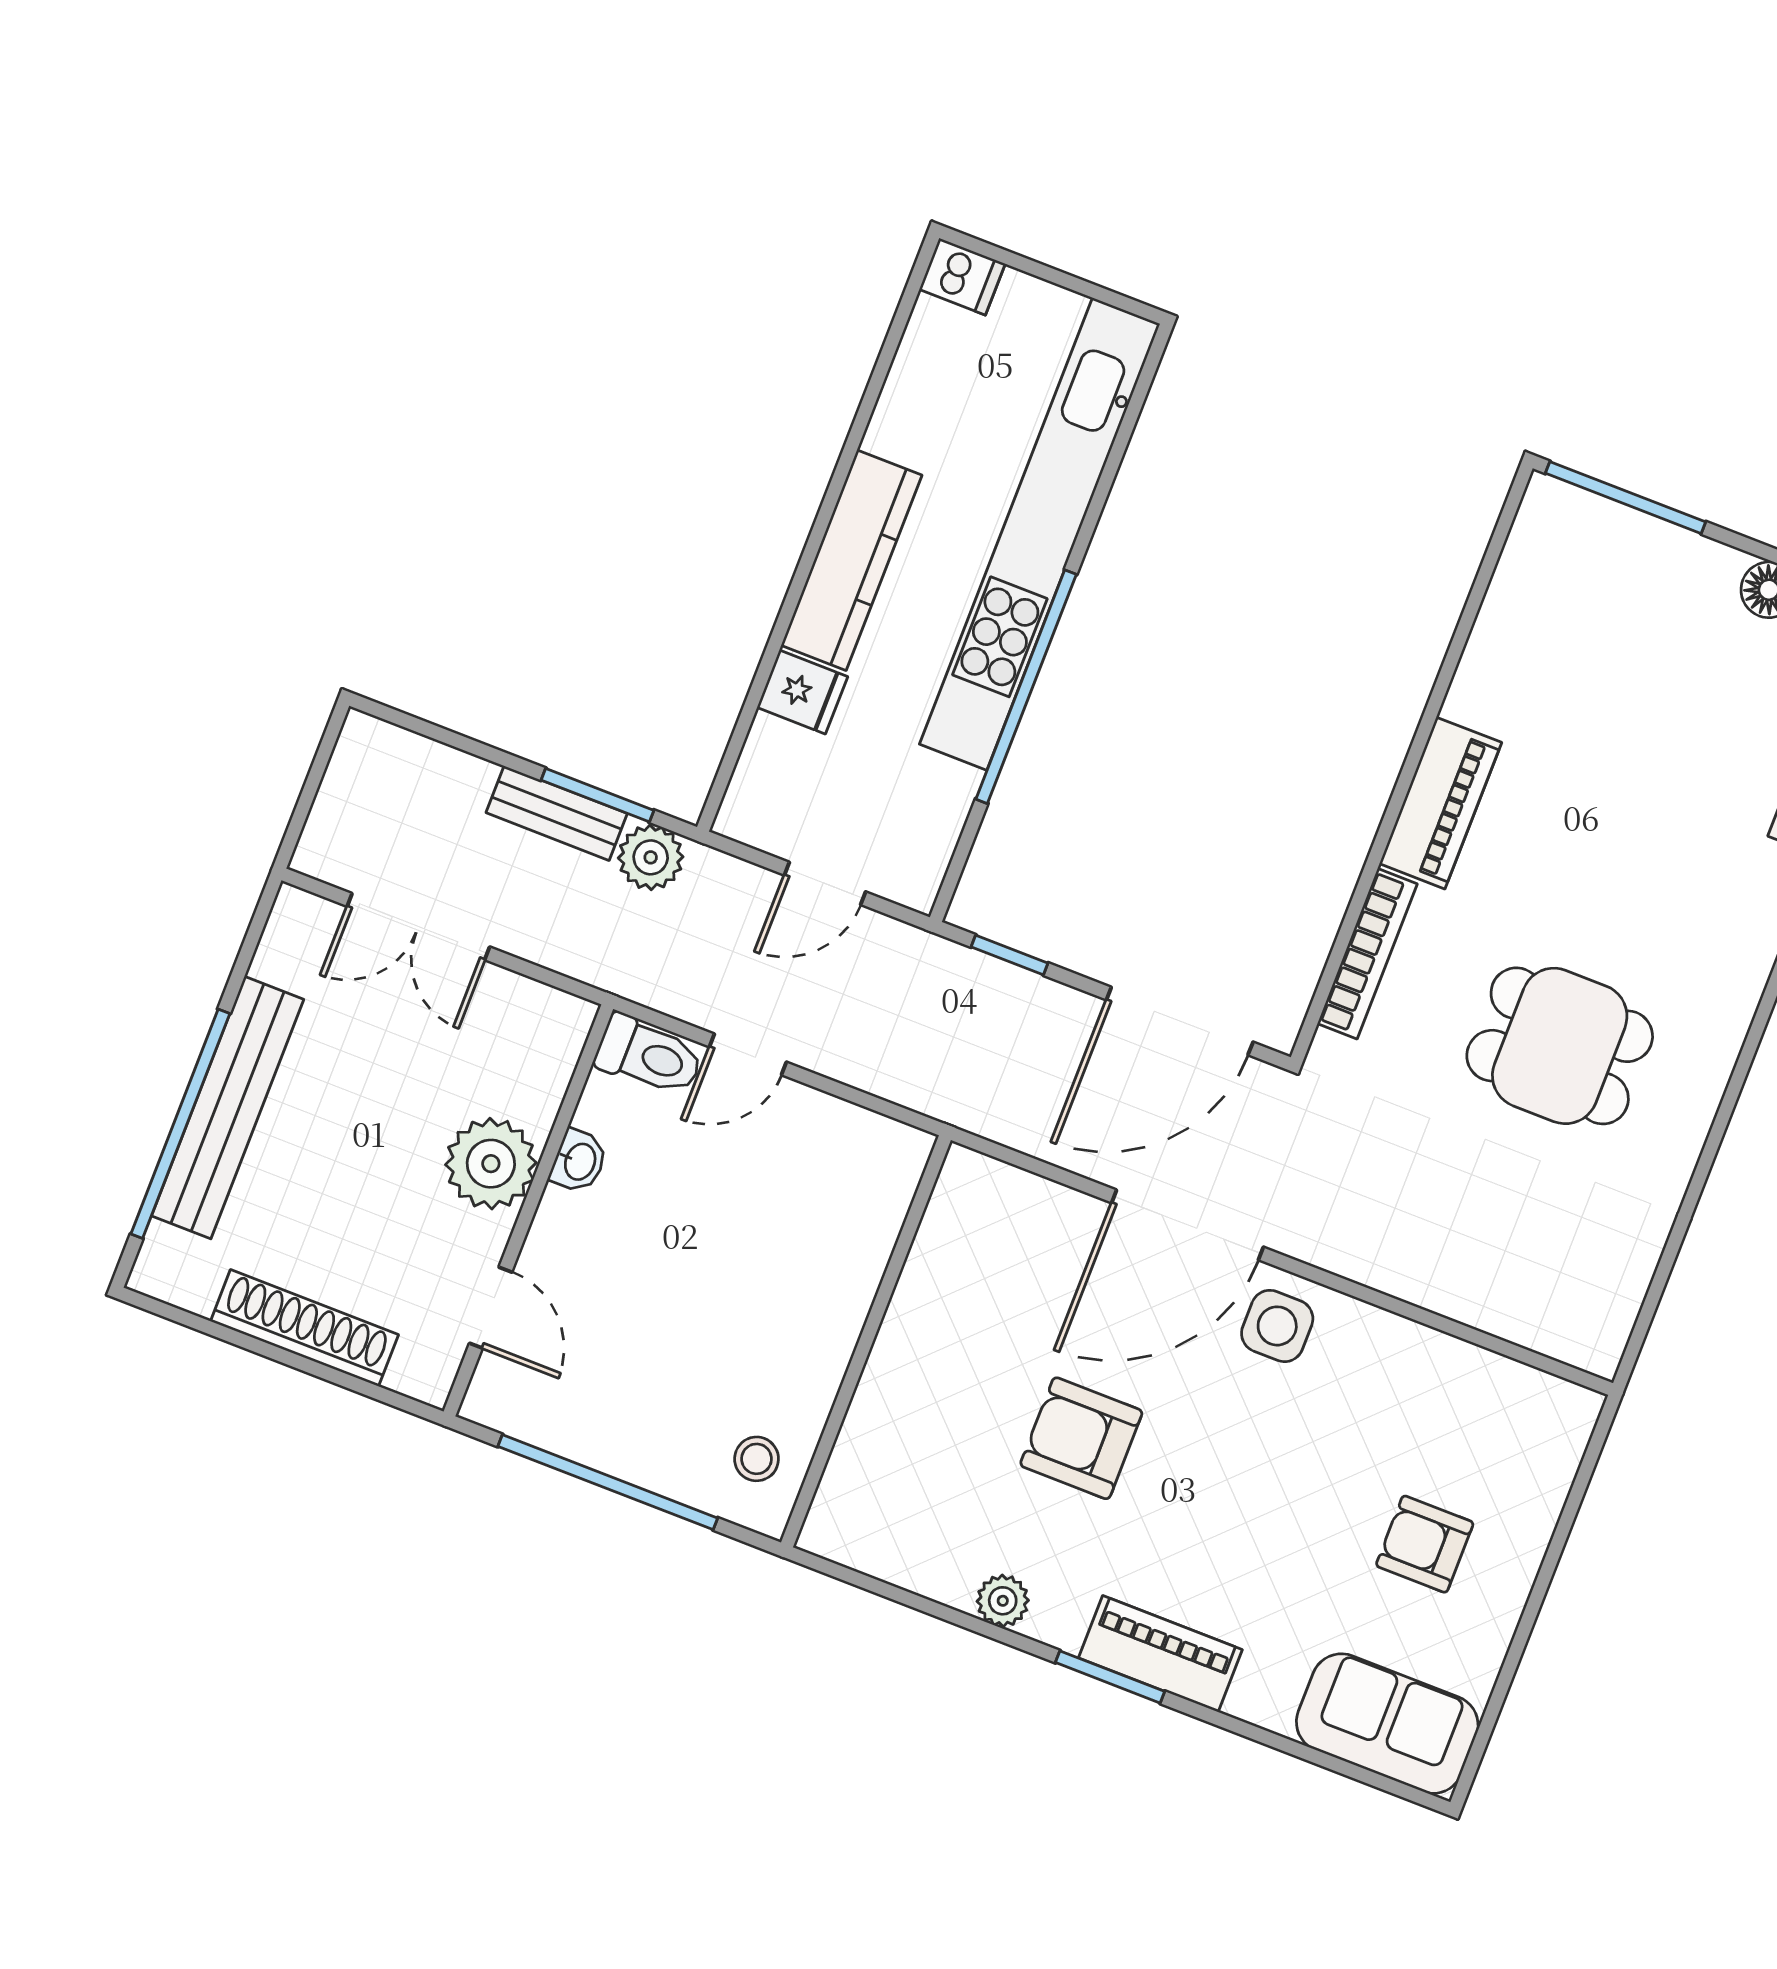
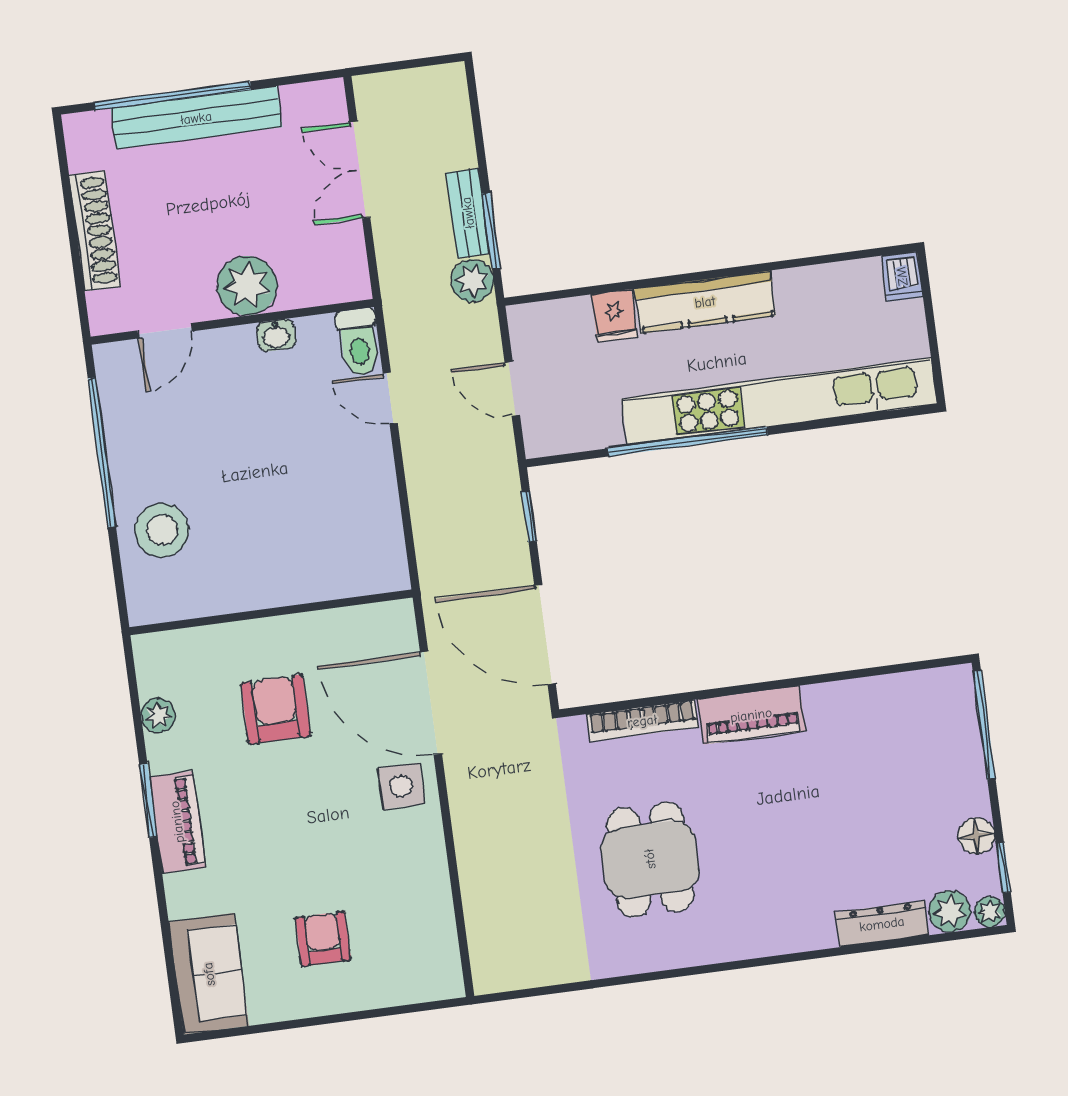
wall: (866, 1341) -> (271, 612), moved
stool: (757, 1459) -> (162, 530), width x1.89, depth x1.89

